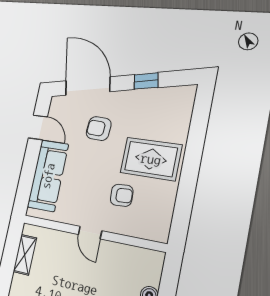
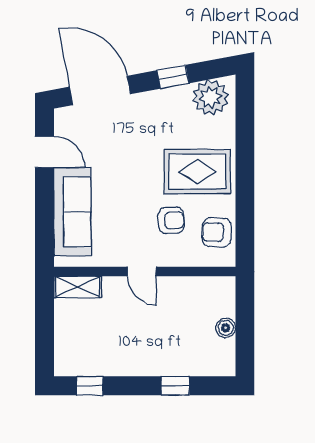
plant: (174, 100) -> (211, 97), added
armchair: (99, 129) -> (217, 232), moved
shelving: (25, 255) -> (78, 287), moved, turned 90

